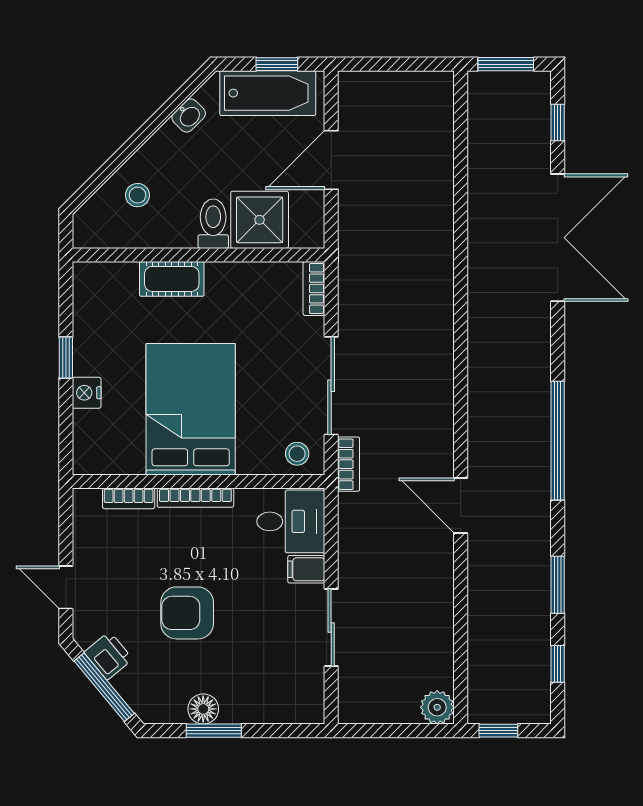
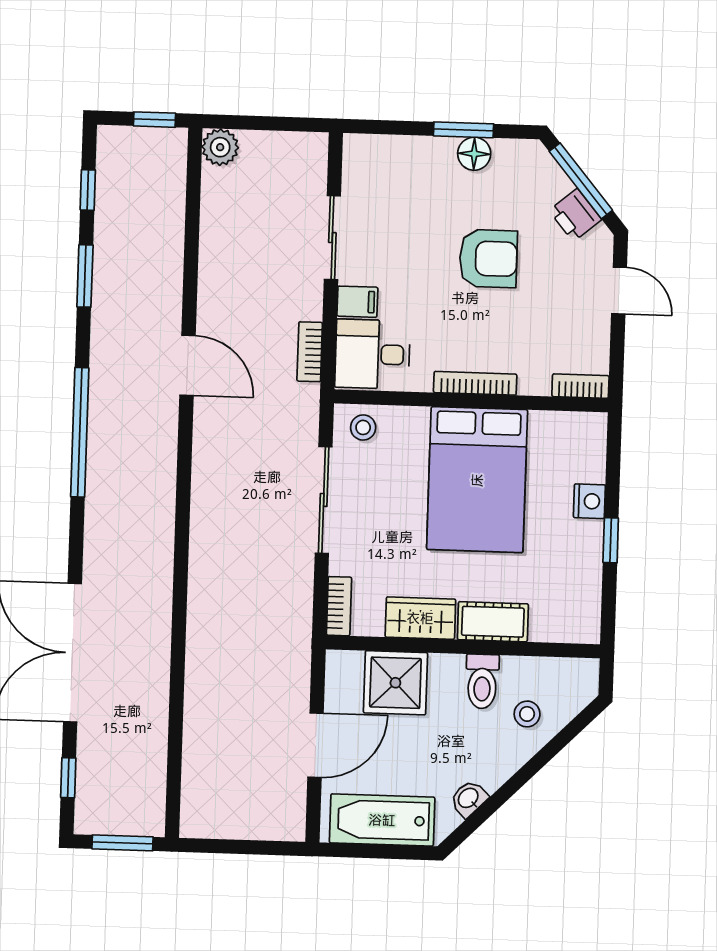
window: (277, 64) -> (371, 851), removed
toilet: (213, 224) -> (482, 681), moved
wardrobe: (239, 280) -> (420, 618), added
bookcase: (349, 464) -> (310, 352), moved
bookcase: (129, 498) -> (580, 386), moved

